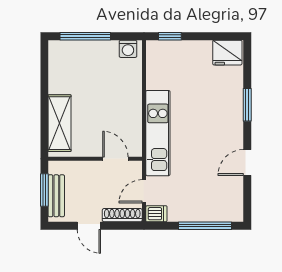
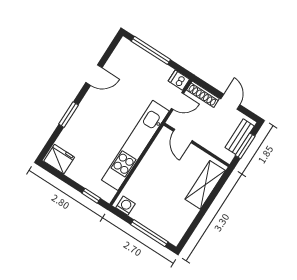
kitchen unit: (158, 133) -> (135, 145), width x1.36

